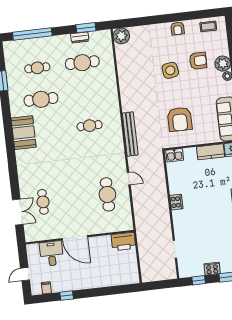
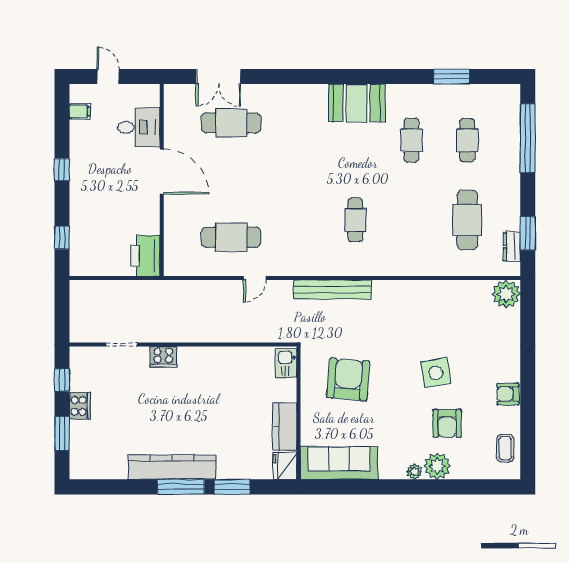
dresser: (80, 38) -> (512, 247), moved
cafe table: (41, 99) -> (411, 140), width x0.73, depth x0.74
armchair: (180, 119) -> (348, 379), turned 95
cafe table: (43, 202) -> (231, 123), width x1.37, depth x1.35
cooker: (176, 202) -> (163, 357), moved
door: (75, 238) -> (162, 171), swing flipped
window: (119, 290) -> (62, 238), added
window: (67, 296) -> (62, 170), moved

